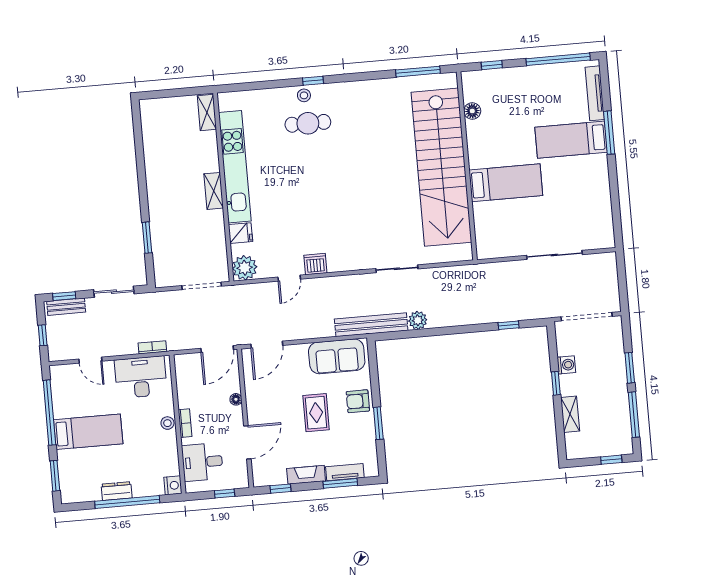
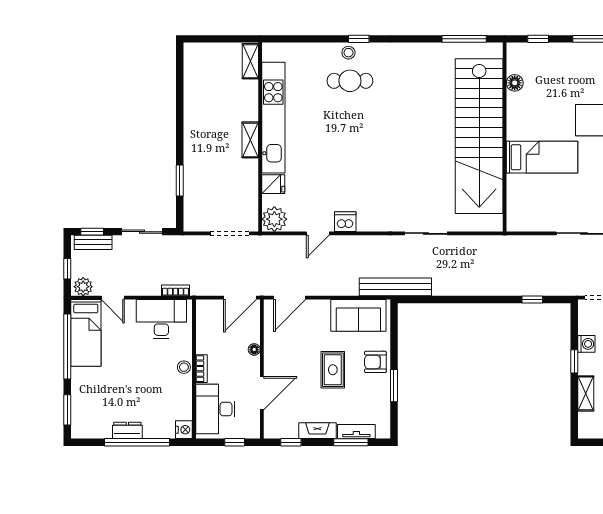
plant: (418, 320) -> (83, 287), moved
bed: (88, 432) -> (86, 333), moved, turned 90
desk: (202, 462) -> (215, 409), width x1.37

